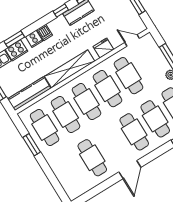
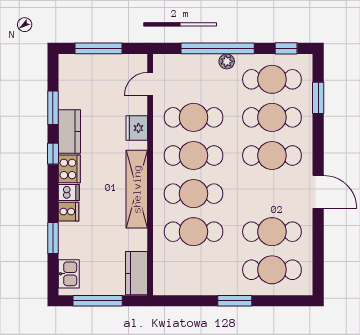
cooker: (16, 50) -> (69, 169), moved
kitchen counter: (29, 94) -> (137, 273), width x0.67
cafe table: (45, 127) -> (272, 270), moved
window: (32, 145) -> (235, 301), moved

